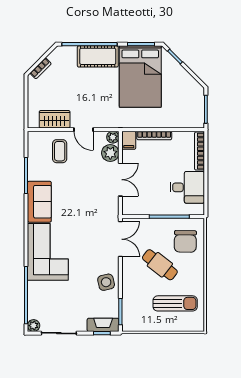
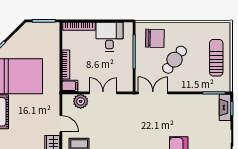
door: (84, 130) -> (61, 124), hinge flipped
plant: (113, 137) -> (67, 99), removed
side table: (106, 282) -> (189, 105), removed
sun lounger: (175, 303) -> (216, 58), moved

